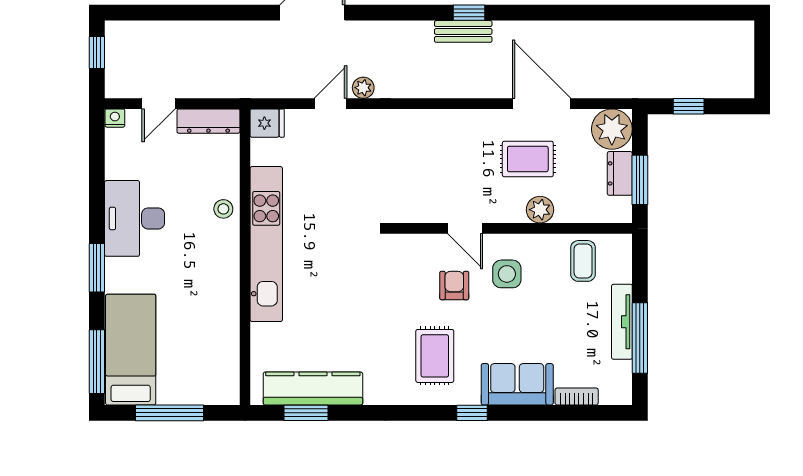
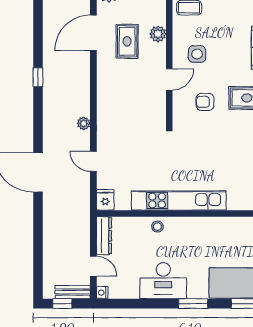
bench: (463, 31) -> (73, 292), moved, turned 90
plant: (363, 88) -> (84, 123), moved
armchair: (454, 286) -> (205, 102), moved

